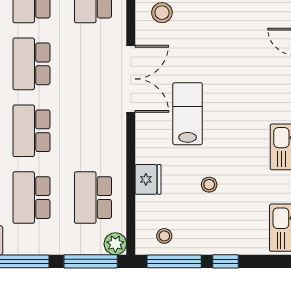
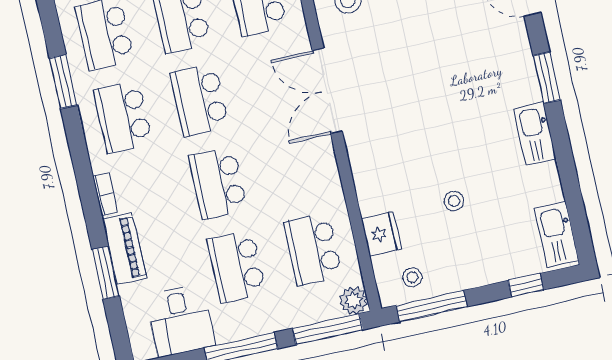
double door: (131, 79) -> (327, 91), swing flipped
lab bench: (188, 114) -> (408, 119), removed
fridge: (148, 179) -> (381, 234), moved
window: (225, 261) -> (526, 285), moved

